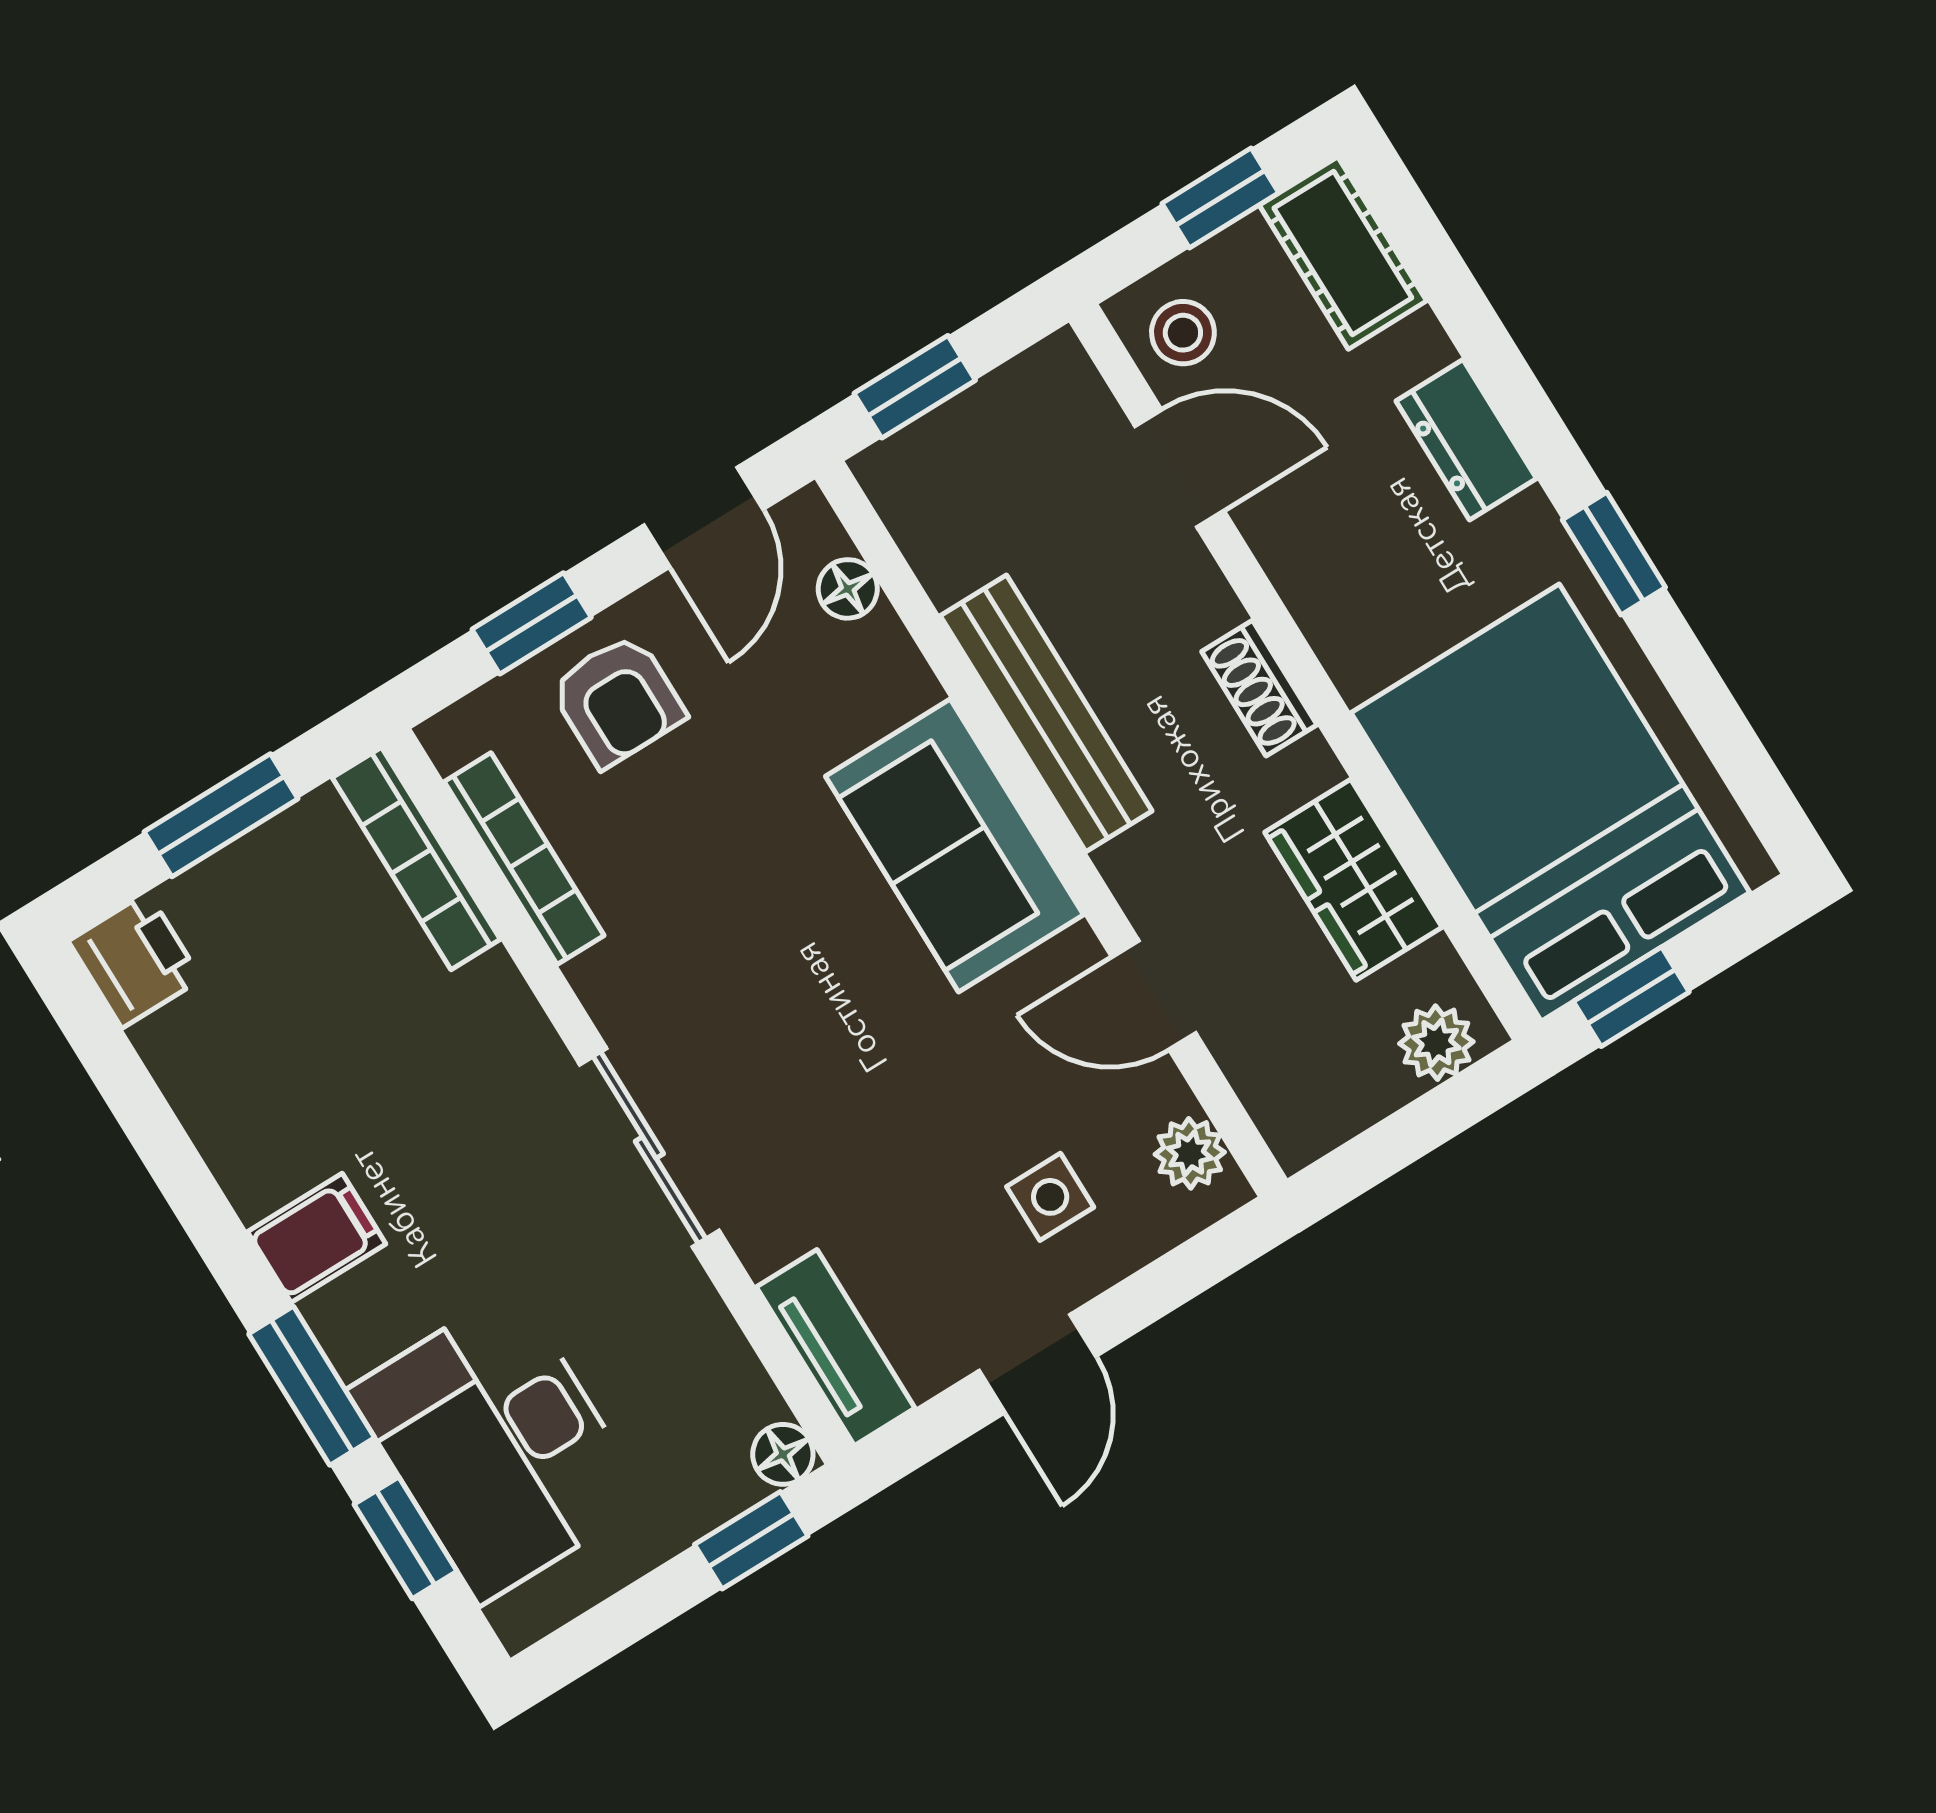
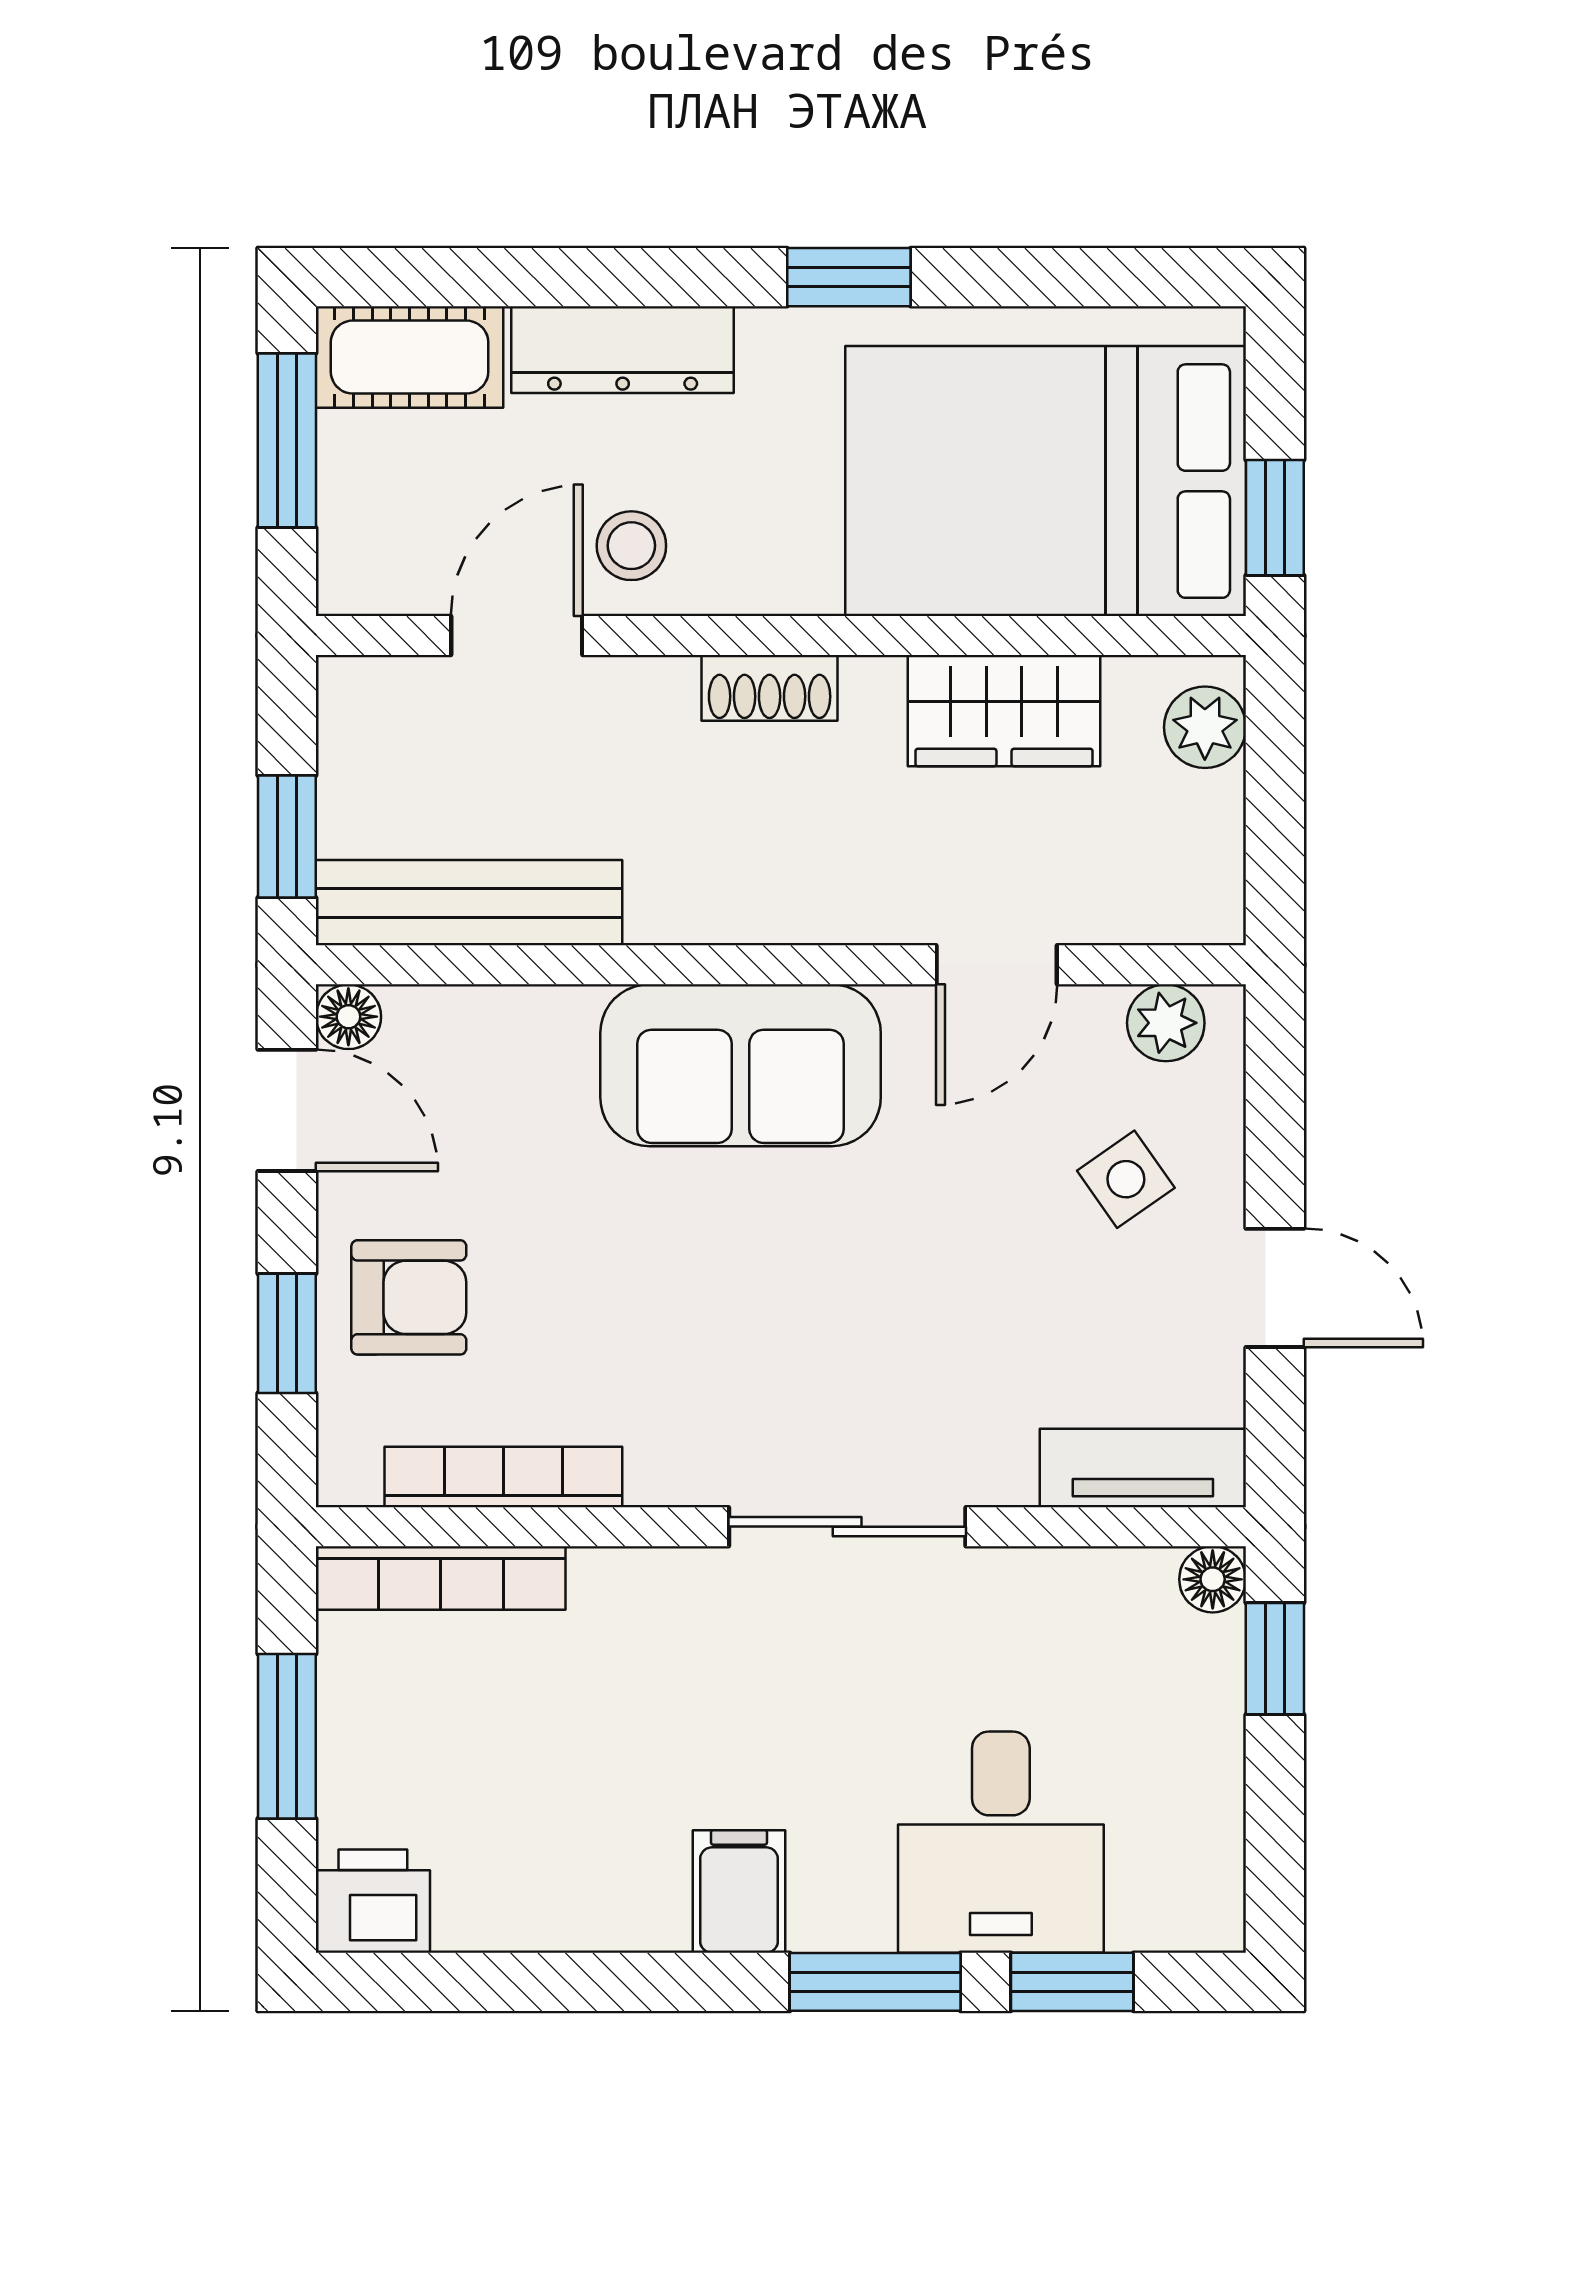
window: (1220, 198) -> (287, 440), width x1.50
stool: (1183, 333) -> (631, 546), moved
dresser: (1466, 440) -> (623, 350), width x1.44
floor lamp: (848, 589) -> (348, 1017), moved
bench: (1046, 713) -> (469, 903), moved
side table: (1050, 1197) -> (1126, 1179), turned -35
desk: (498, 1446) -> (1001, 1842), width x0.73

